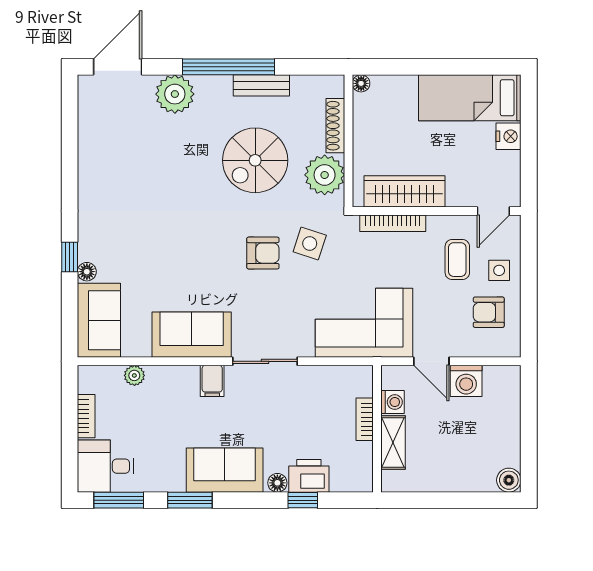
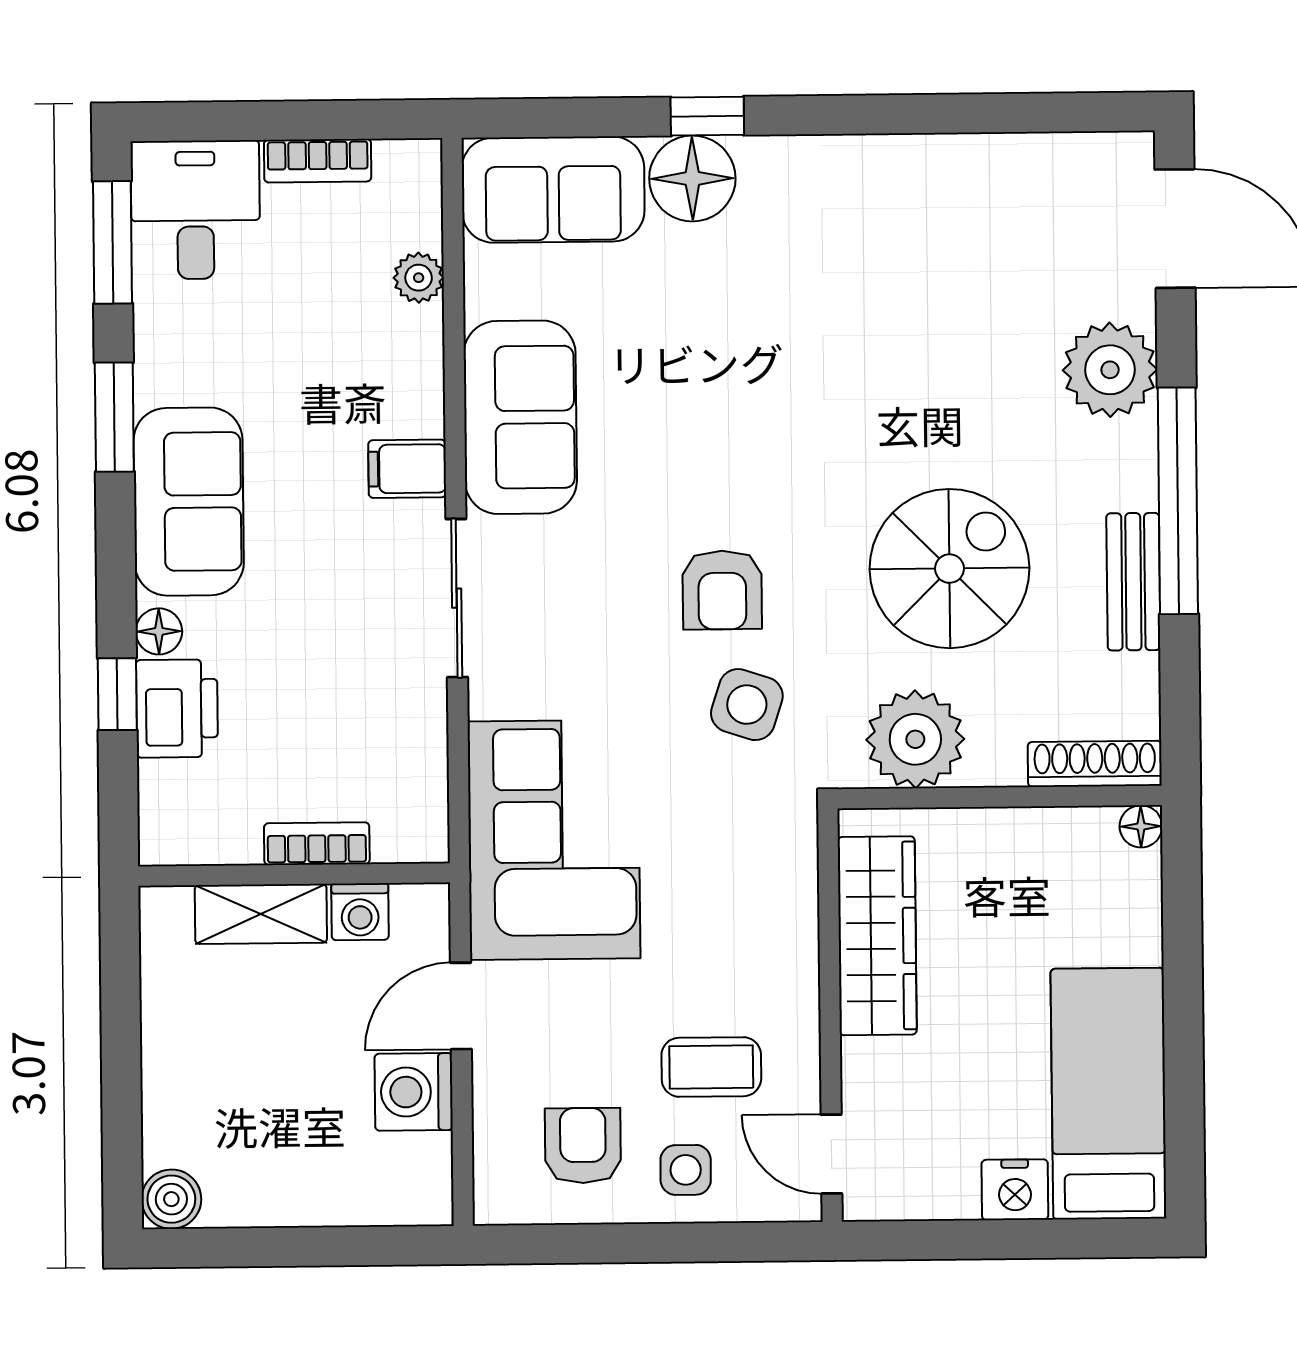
shoe rack: (335, 126) -> (1095, 764), moved
spiral stairs: (255, 160) -> (950, 569), turned 90
bookcase: (393, 223) -> (799, 908), removed
floor lamp: (87, 272) -> (692, 178), width x1.89, depth x1.89

